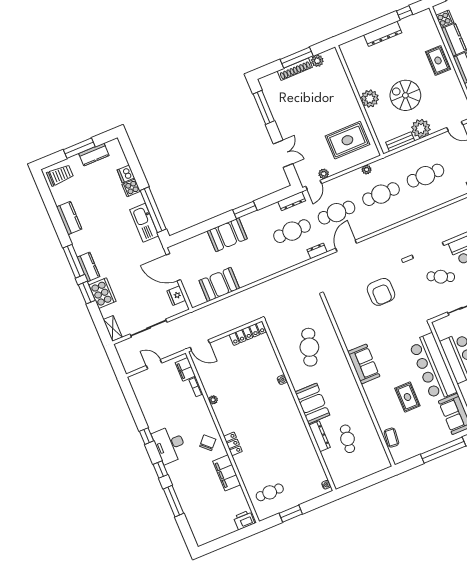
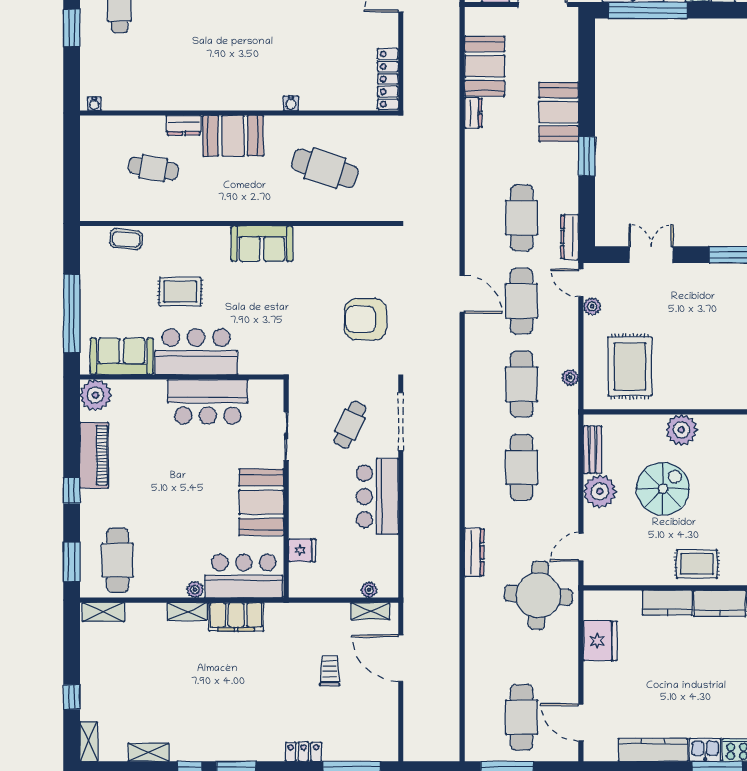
double door: (283, 154) -> (651, 255), swing flipped
dresser: (317, 251) -> (473, 113), moved
bar counter: (433, 367) -> (196, 352), width x0.73
dresser: (319, 436) -> (184, 125), width x0.70

